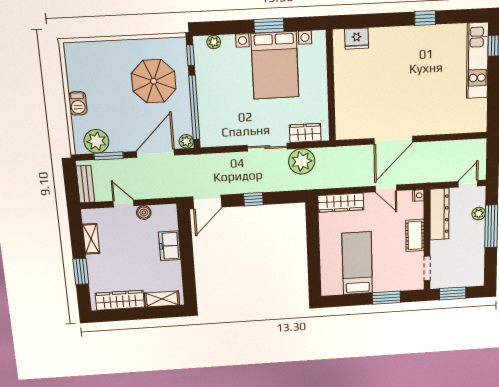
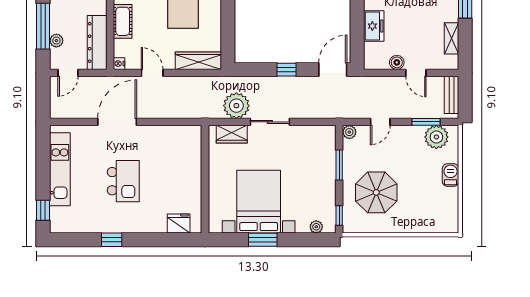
kitchen unit: (477, 61) -> (60, 169), moved
kitchen island: (414, 80) -> (123, 181), added
window: (194, 107) -> (339, 165), width x0.47
door: (393, 140) -> (117, 122), moved
door: (155, 153) -> (380, 122), width x0.53

